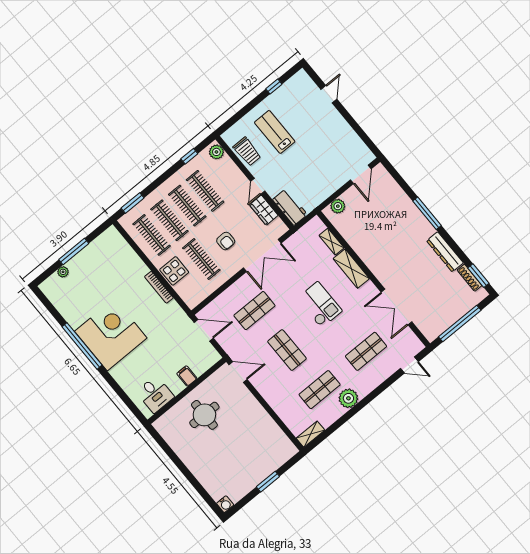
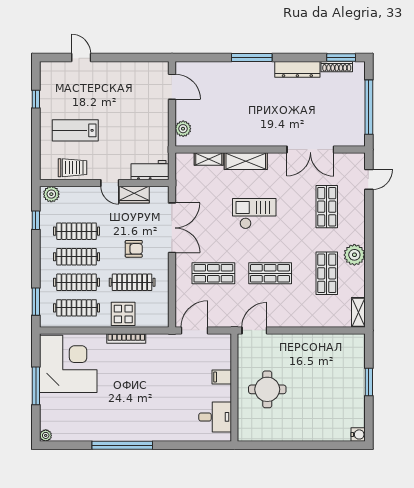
plant: (63, 272) -> (46, 435), moved
shop shelf: (254, 311) -> (213, 273), turned 90
corner desk: (111, 335) -> (68, 364), moved, turned 90

